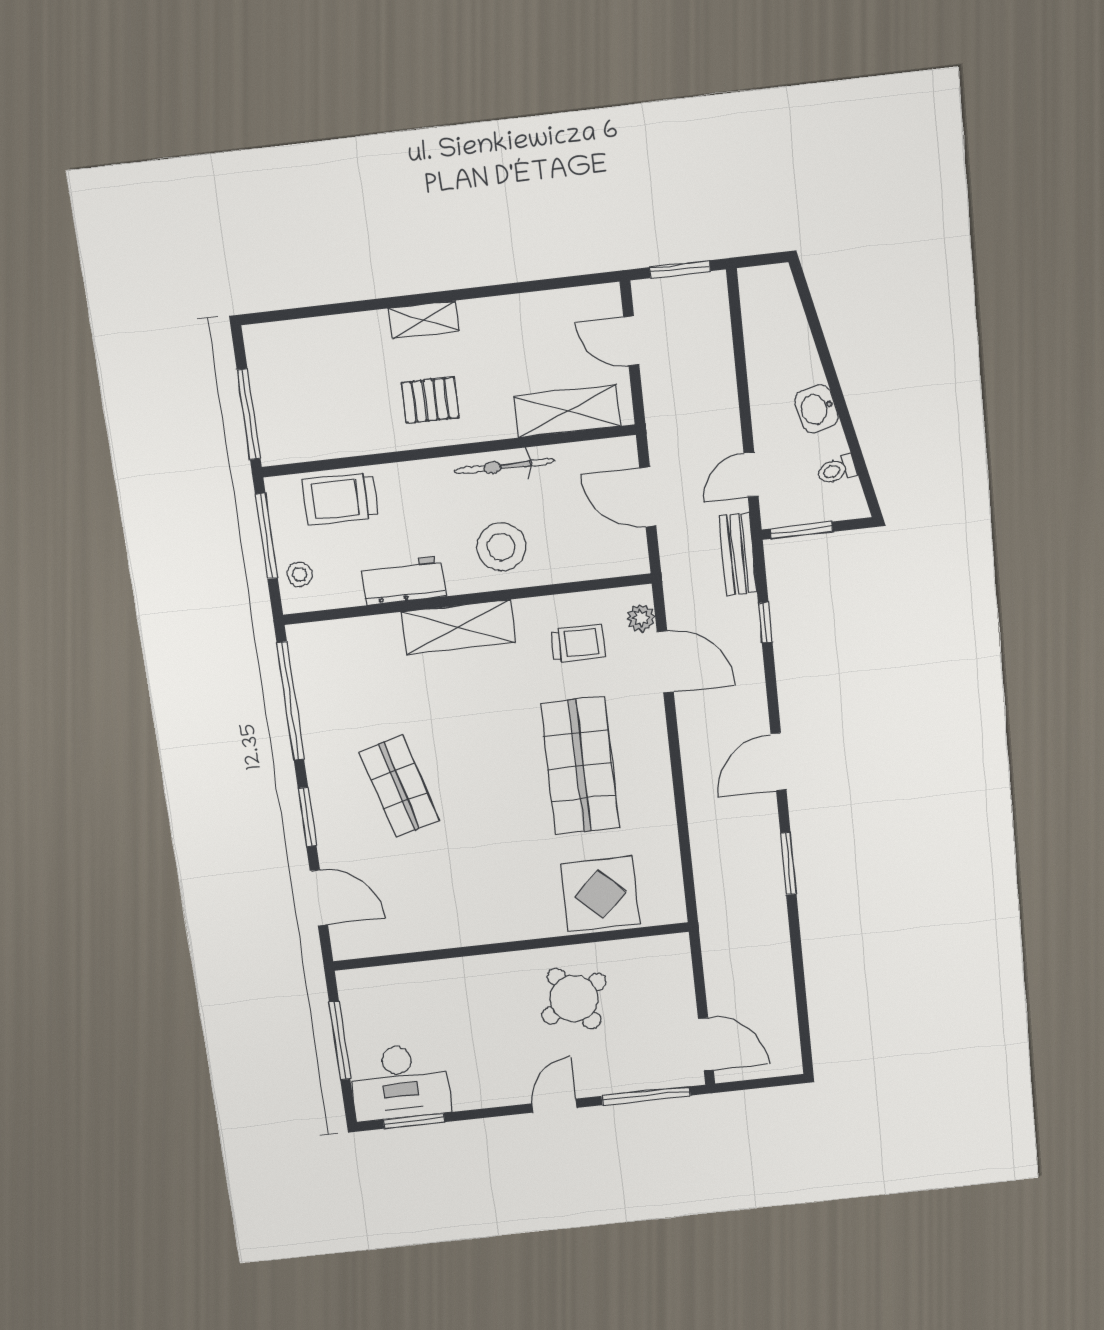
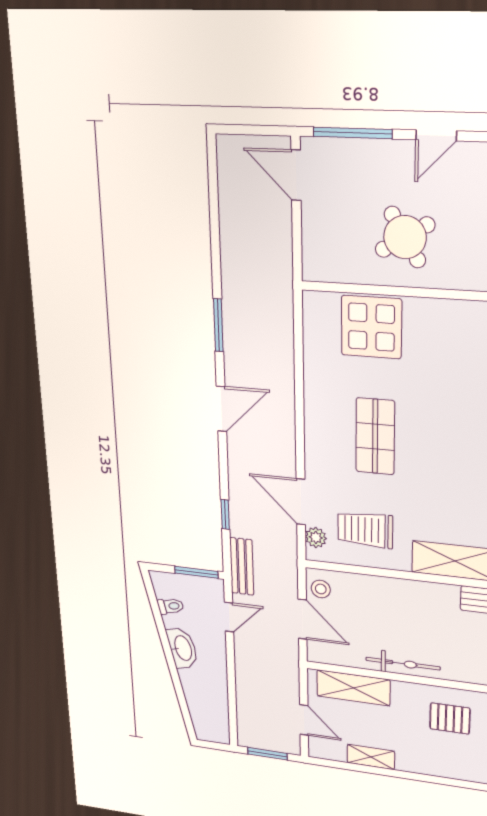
shelving: (424, 320) -> (371, 757), moved
washbasin: (817, 409) -> (182, 648), width x1.38
stool: (501, 547) -> (321, 589), moved, width x0.53, depth x0.53
trolley: (578, 643) -> (365, 530), width x1.36, depth x1.39
shop shelf: (580, 766) -> (375, 436), width x0.70, depth x0.74

